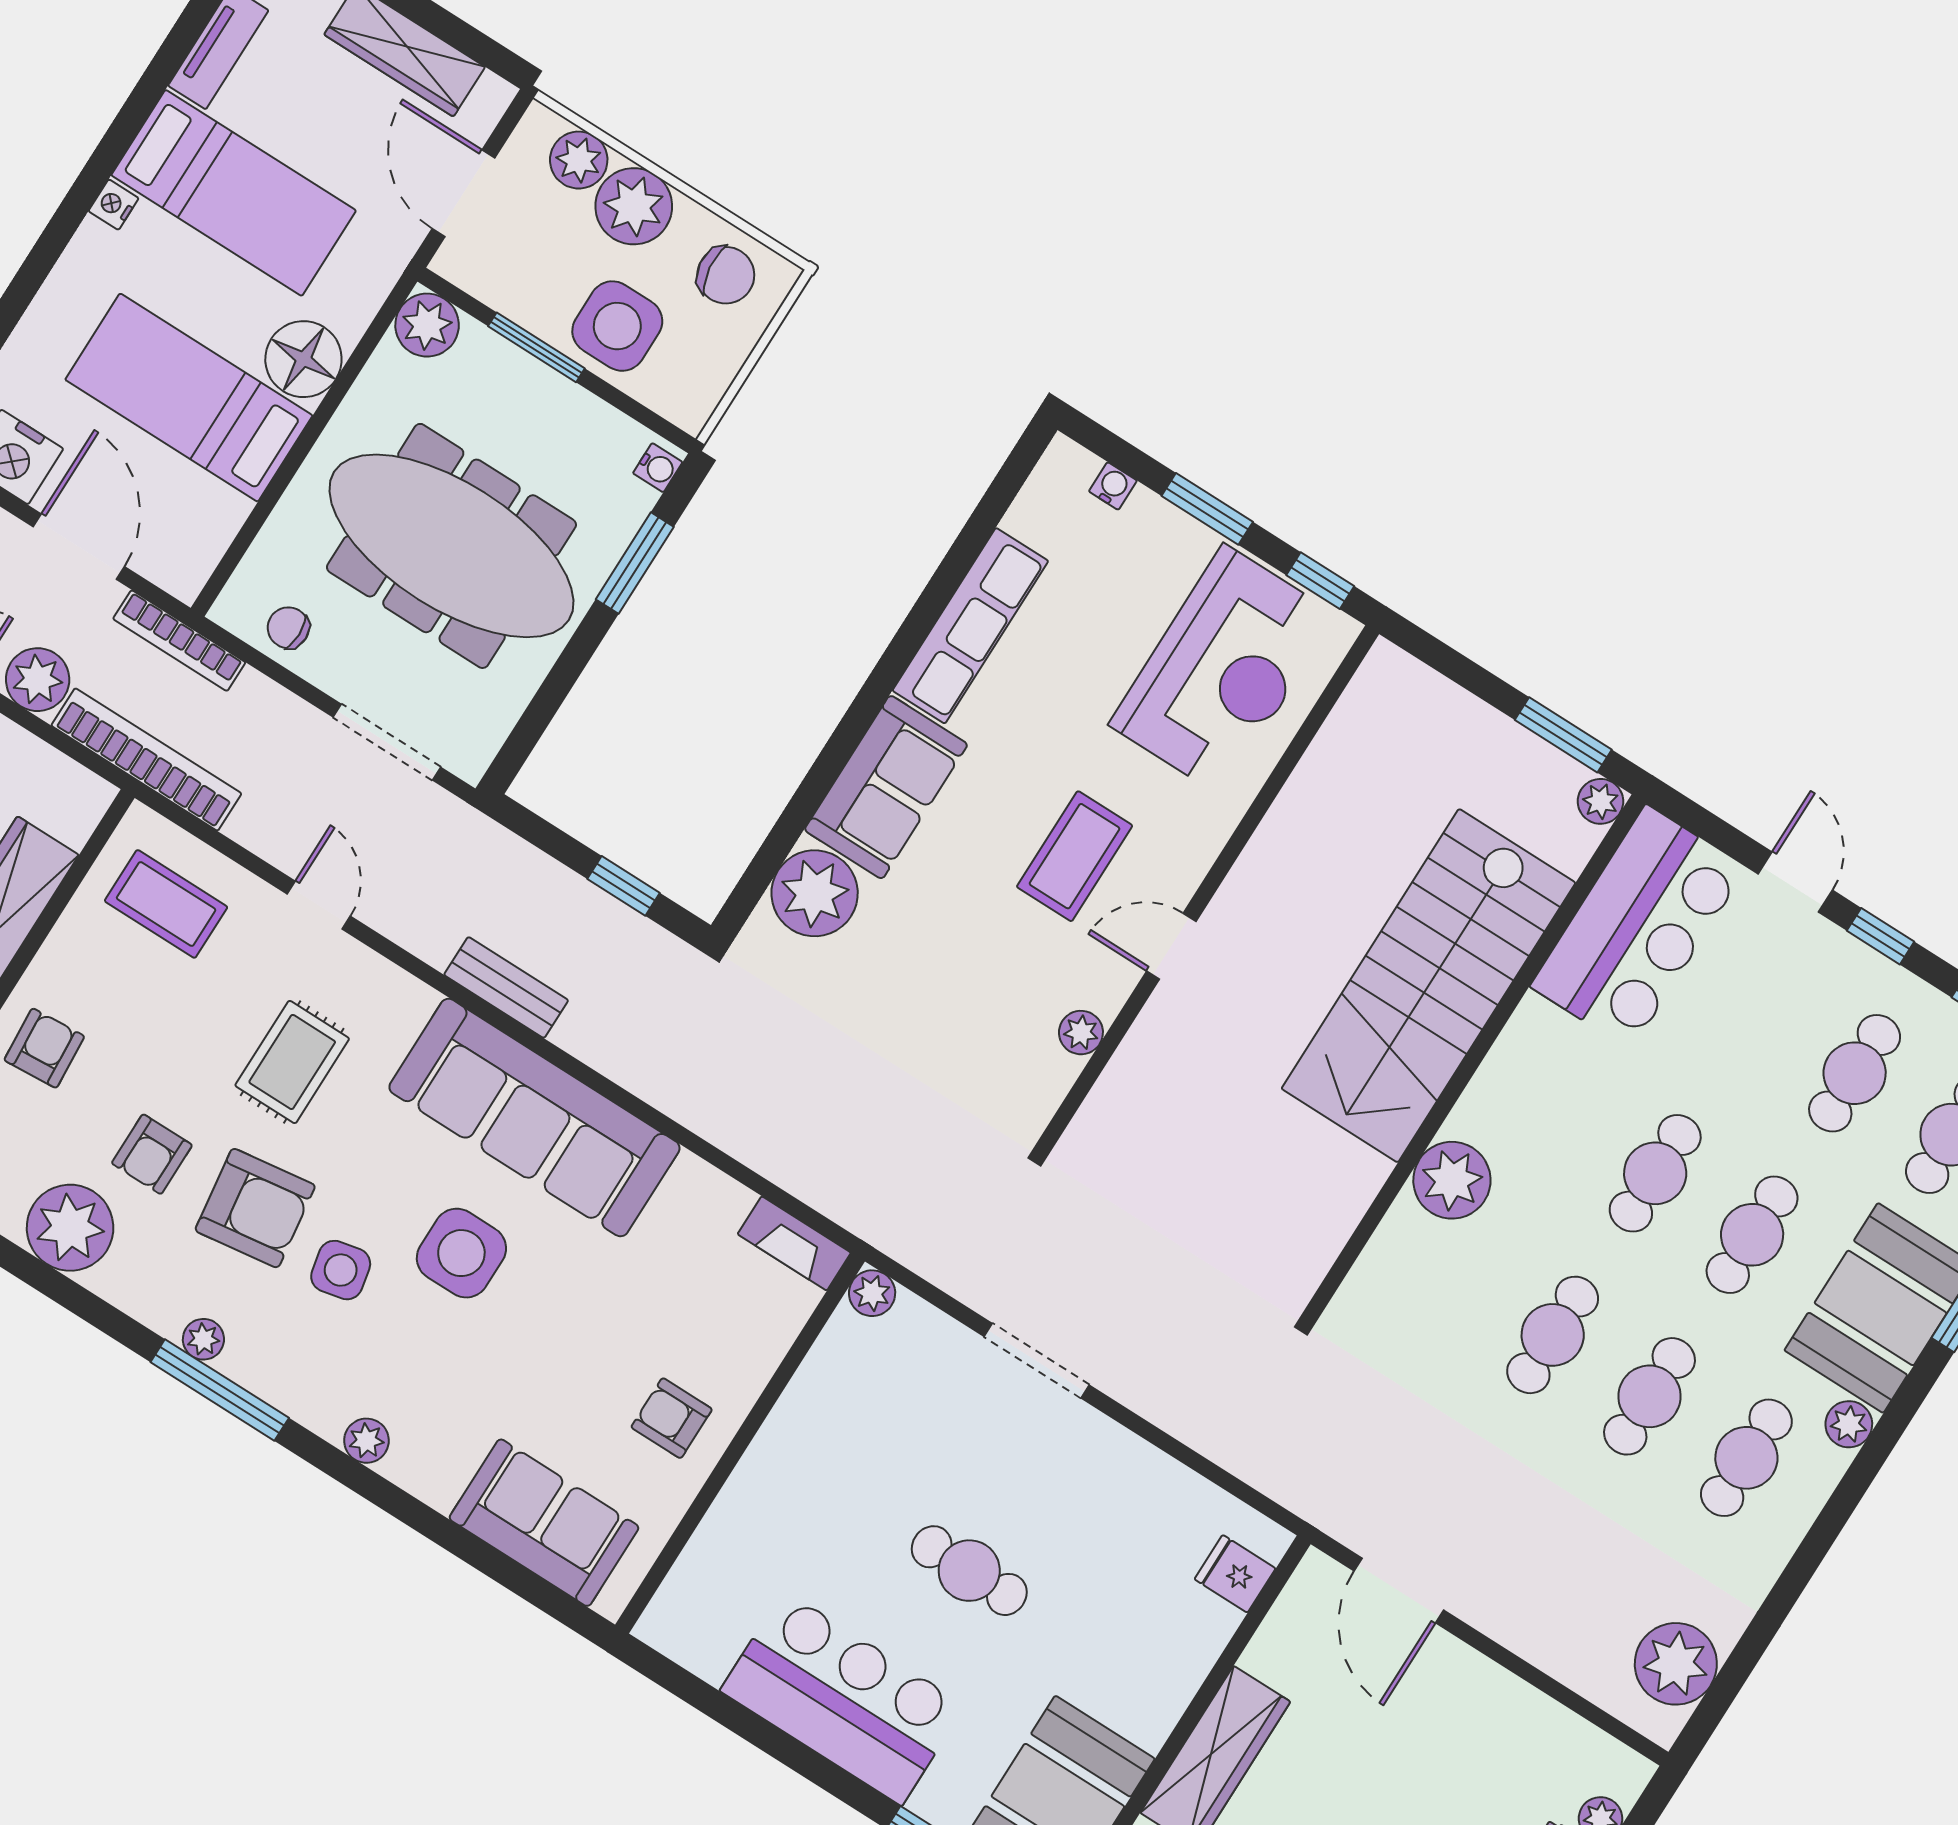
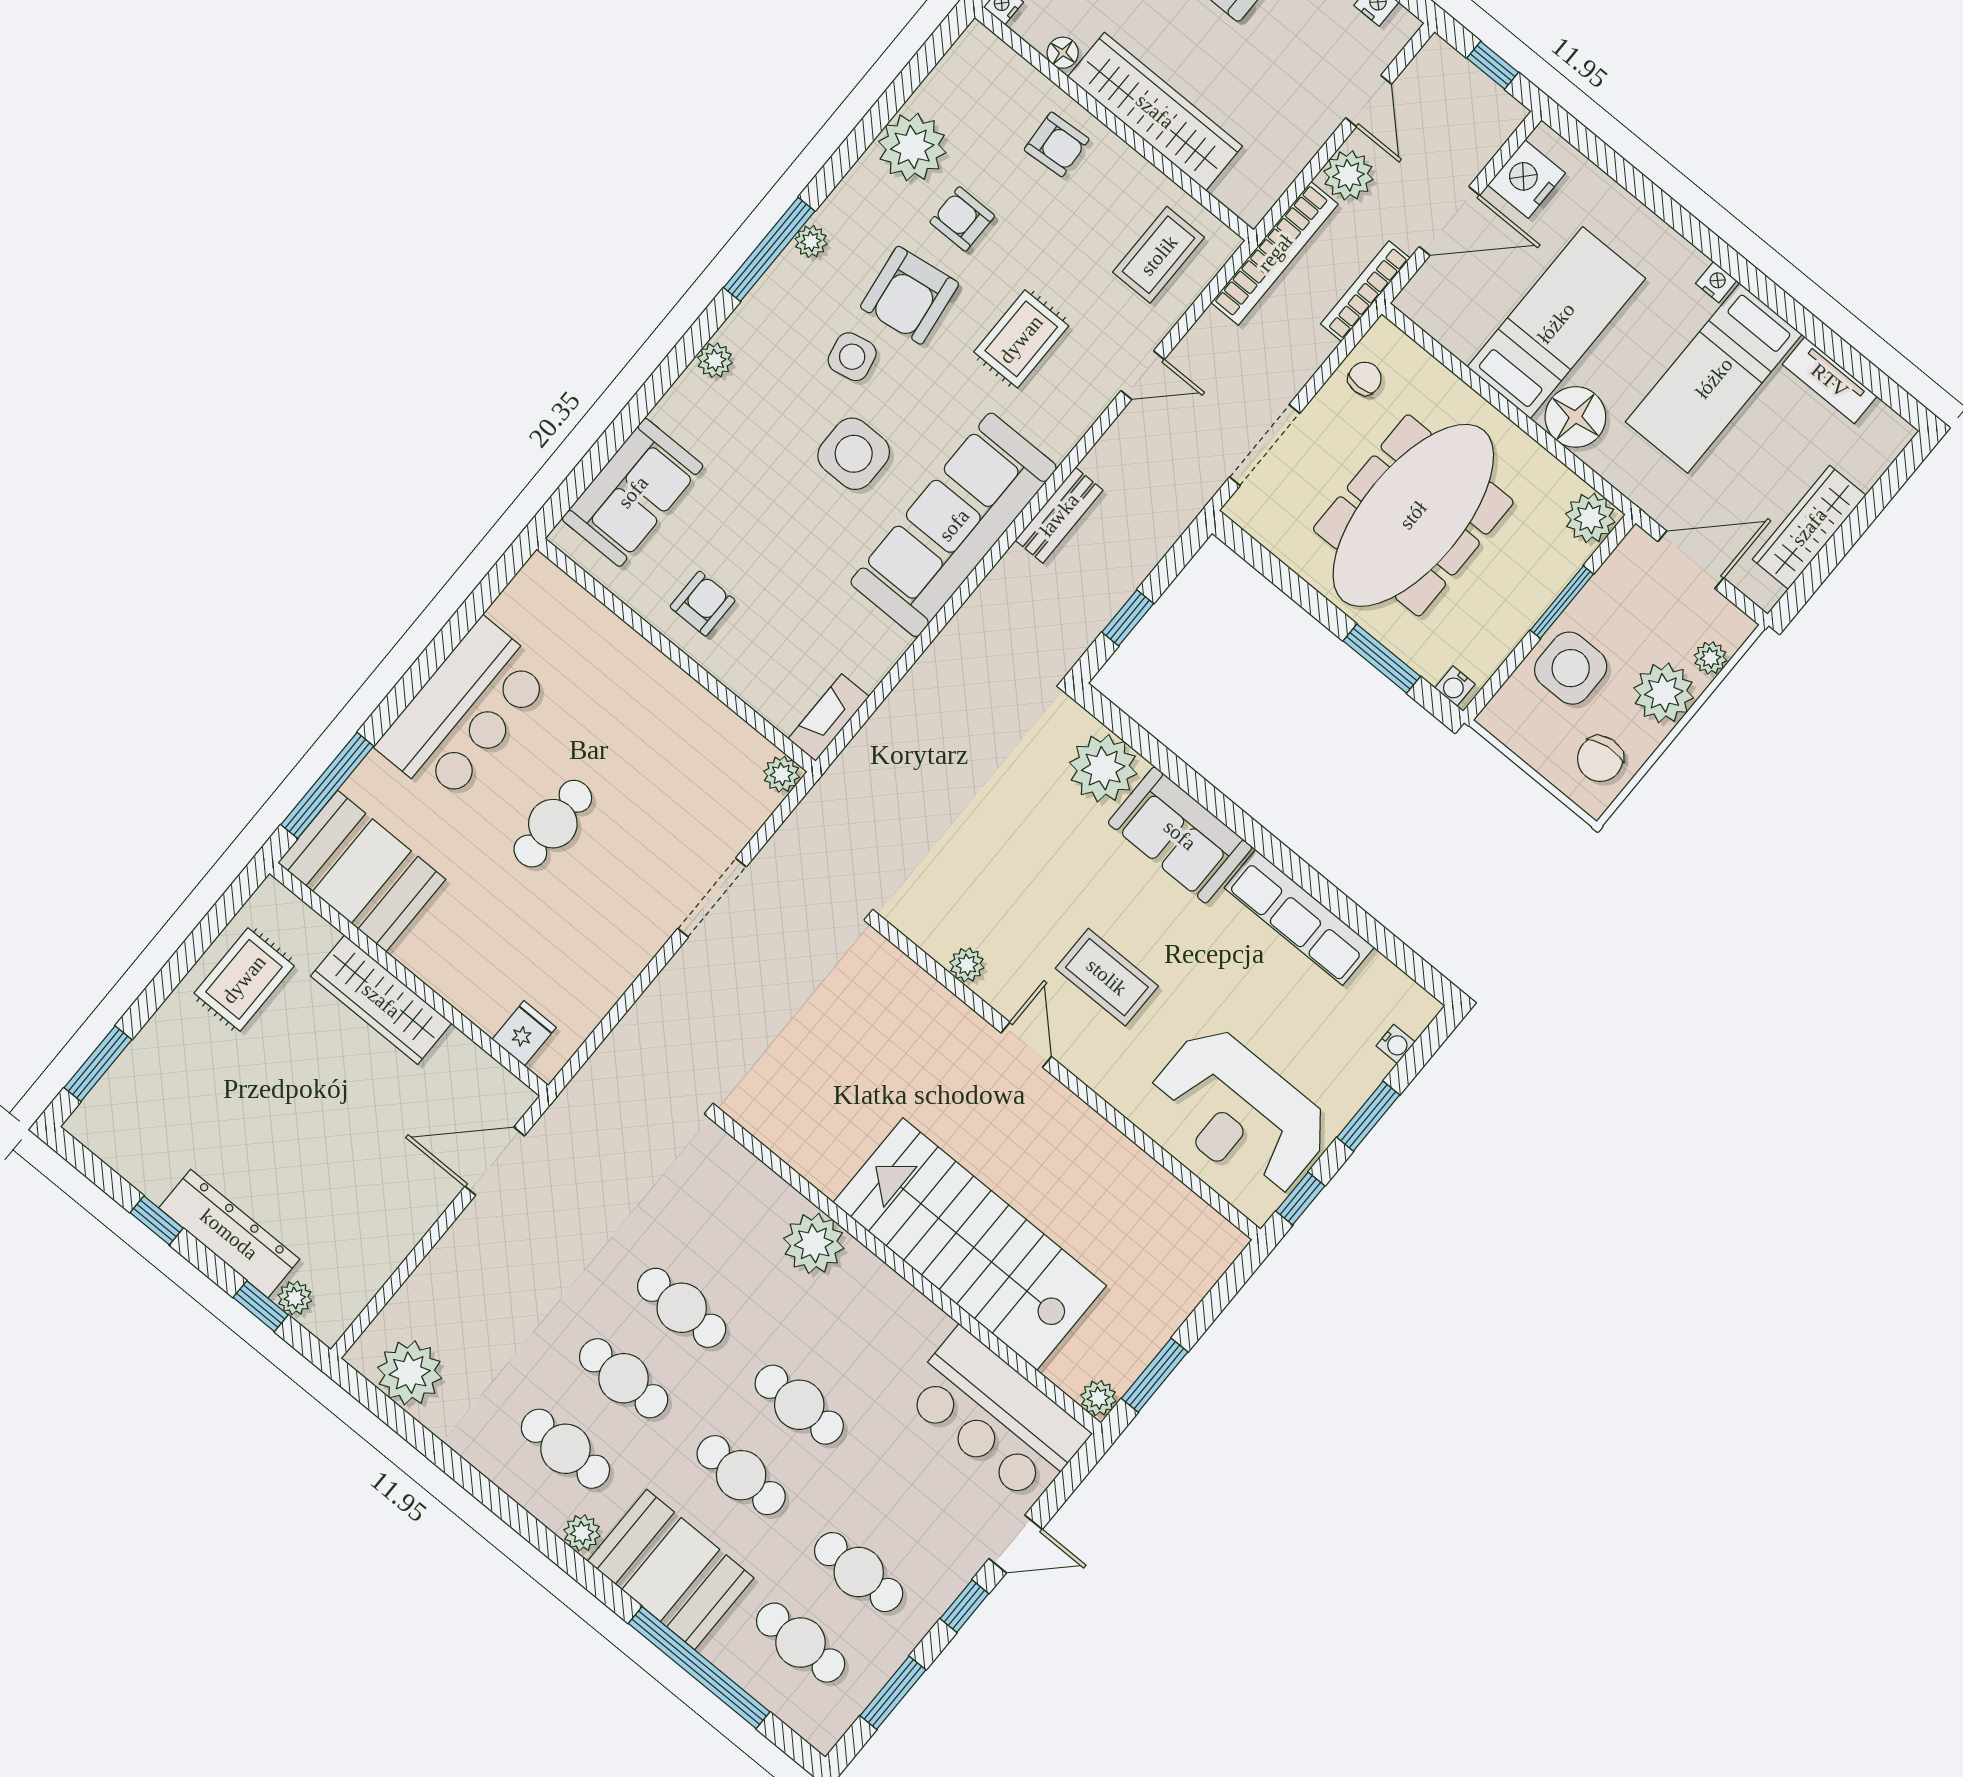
plant: (579, 160) -> (1710, 658), width x0.73, depth x0.73
rug: (292, 1062) -> (1021, 339), turned 90

